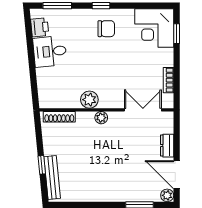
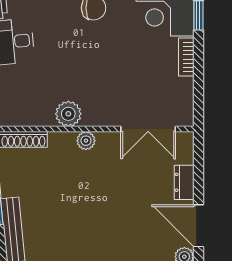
bookcase: (168, 80) -> (186, 57), moved
double door: (143, 110) -> (148, 129), swing flipped

